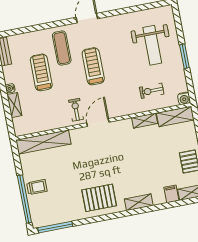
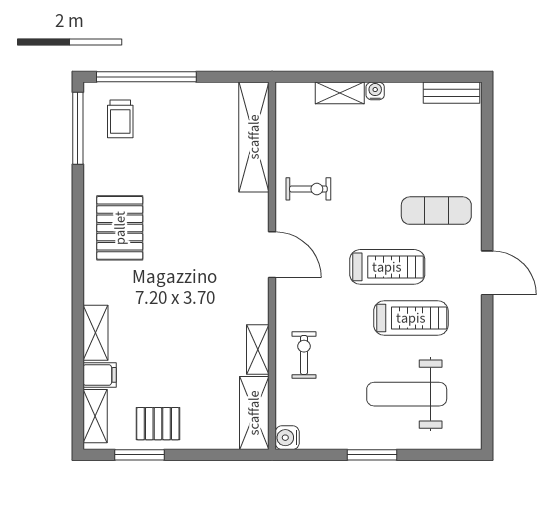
treadmill: (41, 72) -> (411, 318), moved
exercise bike: (152, 91) -> (304, 355), moved
exercise bike: (76, 110) -> (308, 189), moved
trolley: (37, 187) -> (120, 119), moved
shelving: (139, 202) -> (95, 333), moved

